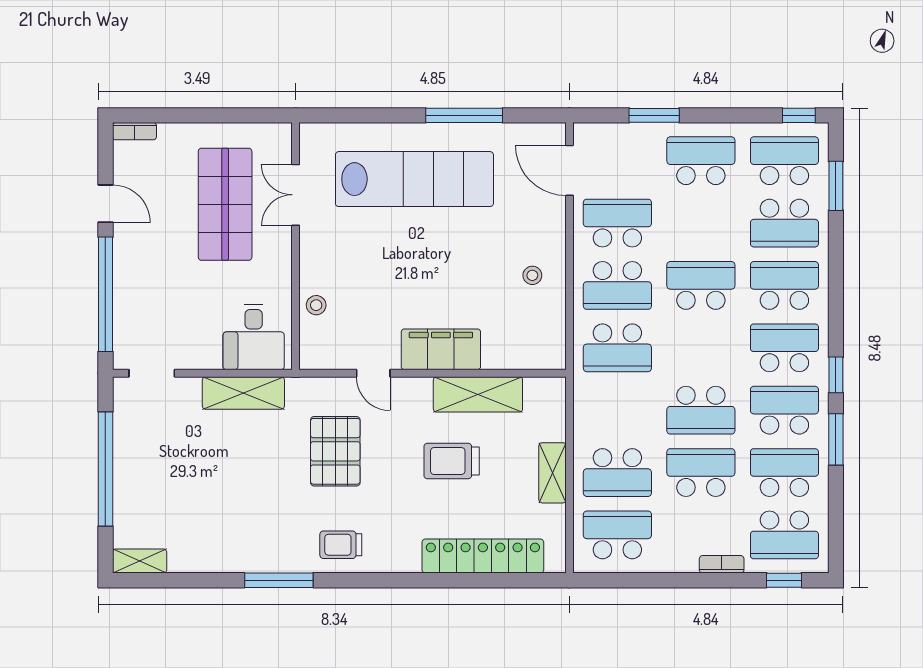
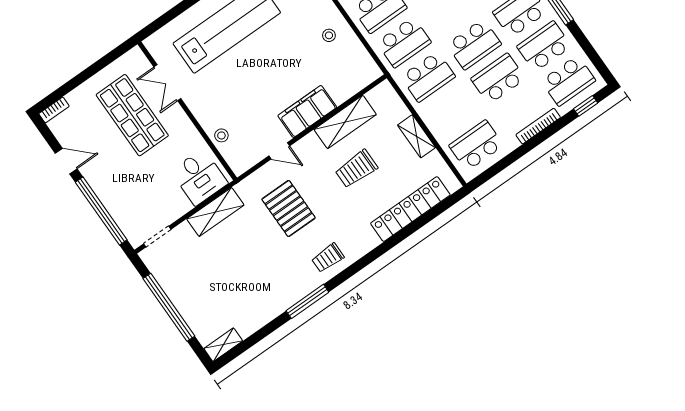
school desk: (617, 473) -> (428, 77), moved
bookcase: (722, 564) -> (538, 126), width x1.56

